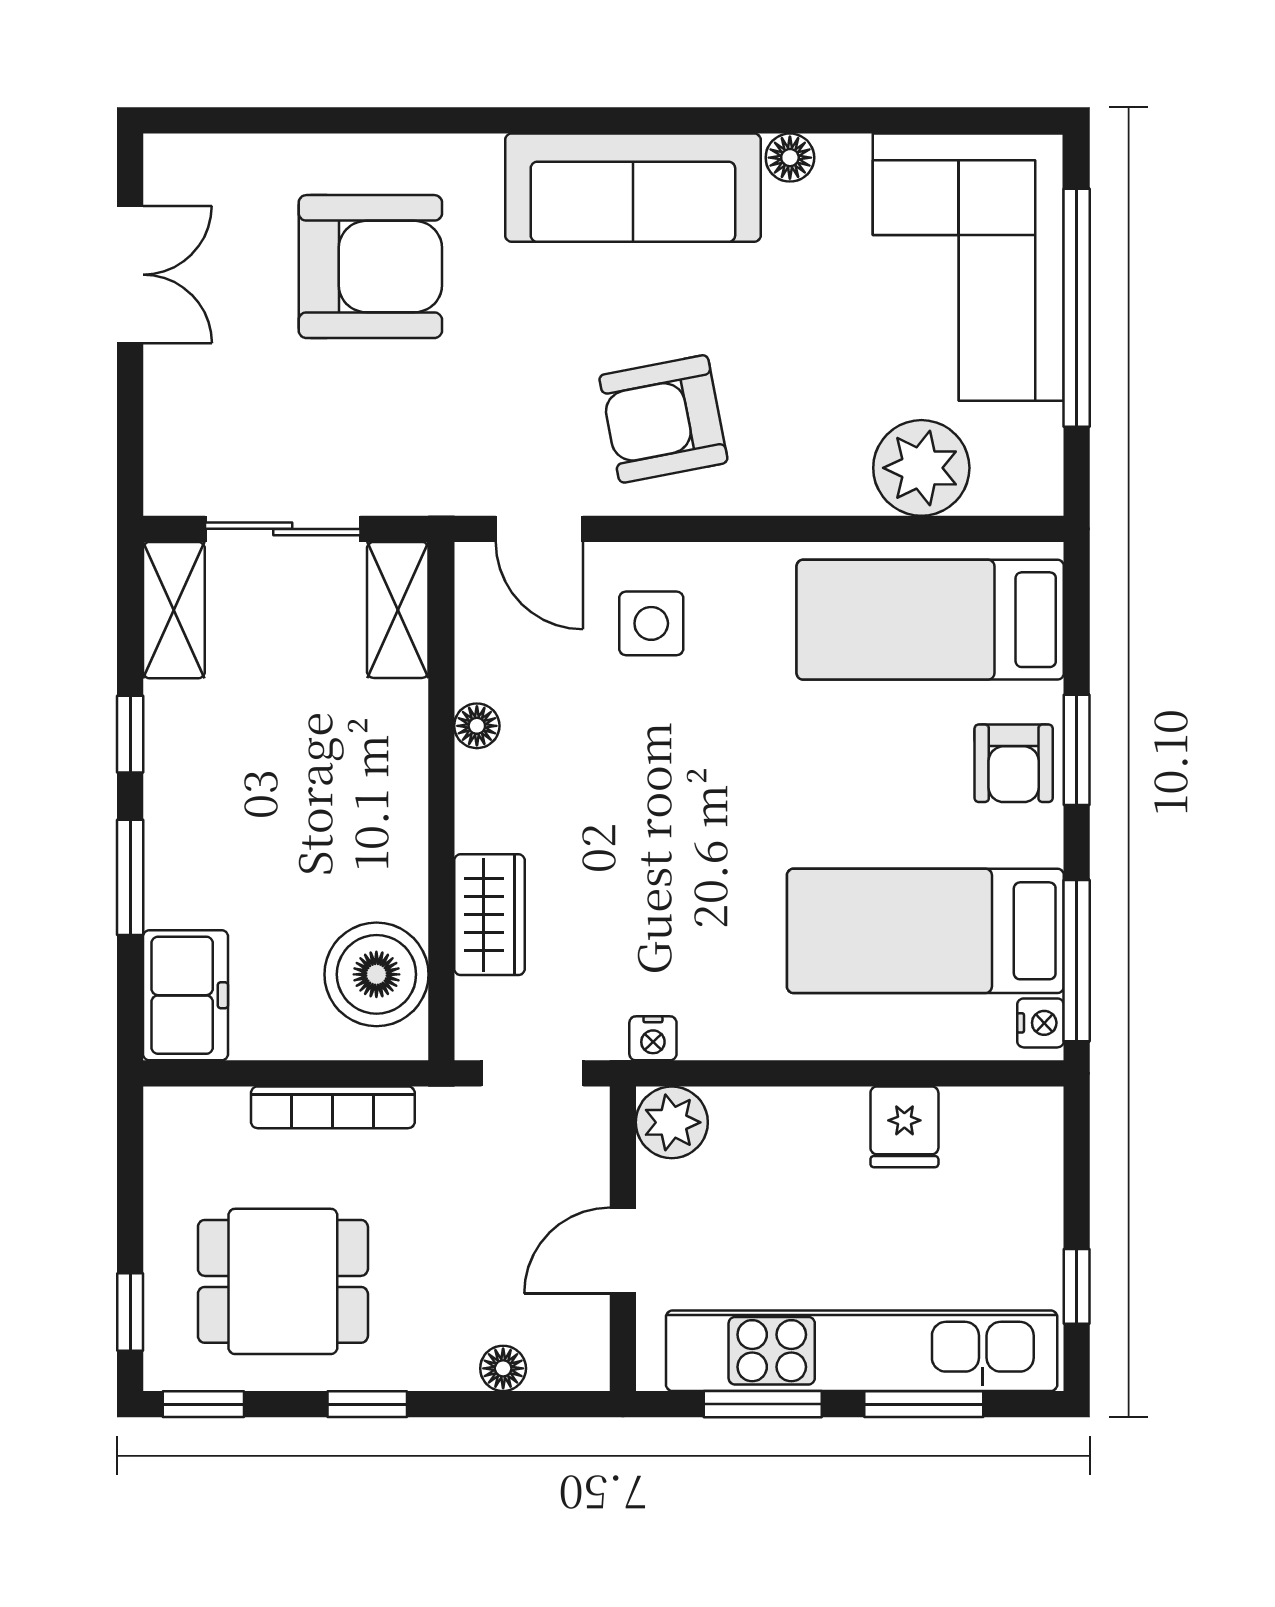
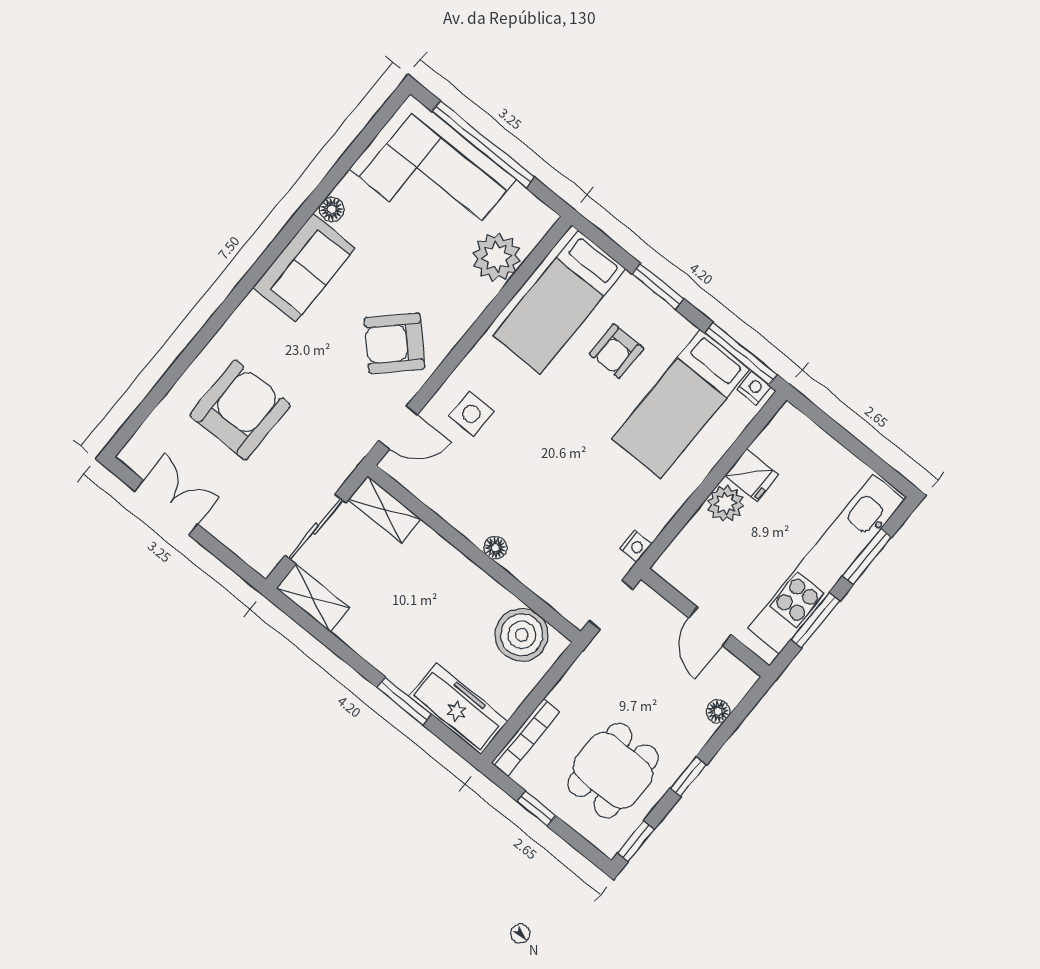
sofa: (633, 188) -> (304, 268), width x0.73
armchair: (663, 419) -> (394, 343), turned 57
floor lamp: (477, 726) -> (495, 548), moved
window: (130, 734) -> (348, 655), removed
armchair: (1014, 763) -> (616, 351), moved, turned 90
wardrobe: (489, 915) -> (534, 571), removed
freezer: (186, 995) -> (458, 709), width x1.40
bookcase: (333, 1107) -> (526, 737), moved
plant: (672, 1122) -> (726, 503), moved
window: (1077, 1286) -> (870, 458), removed
window: (130, 1312) -> (537, 808), moved

